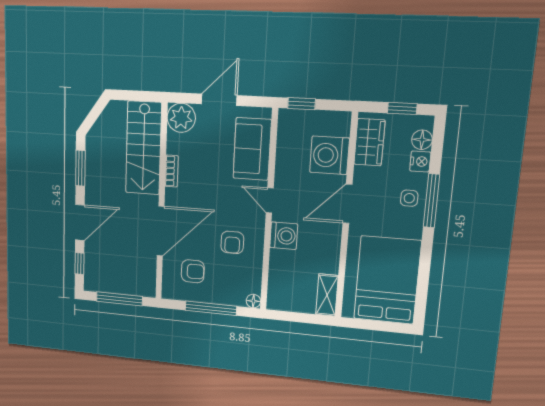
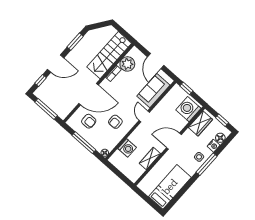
door: (219, 100) -> (156, 61), swing flipped
plant: (181, 118) -> (127, 64), moved
washing machine: (329, 155) -> (188, 109), moved
washing machine: (284, 236) -> (127, 148), moved
bed: (387, 280) -> (170, 187), width x0.67
shelving: (327, 295) -> (150, 159), moved

